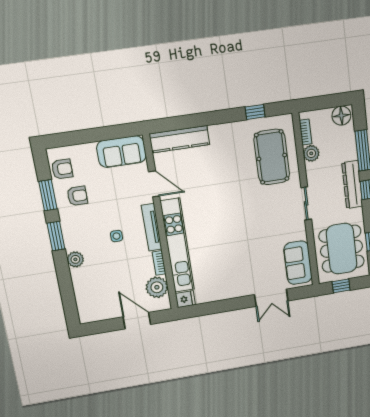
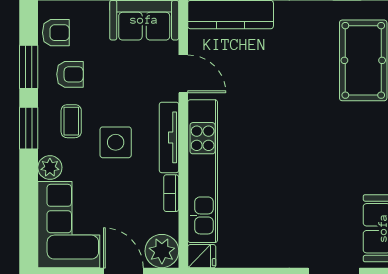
coffee table: (84, 227) -> (71, 121), added
side table: (116, 236) -> (116, 142), width x1.87, depth x1.87
plant: (157, 287) -> (162, 251), moved
corner sofa: (95, 294) -> (69, 225), added

